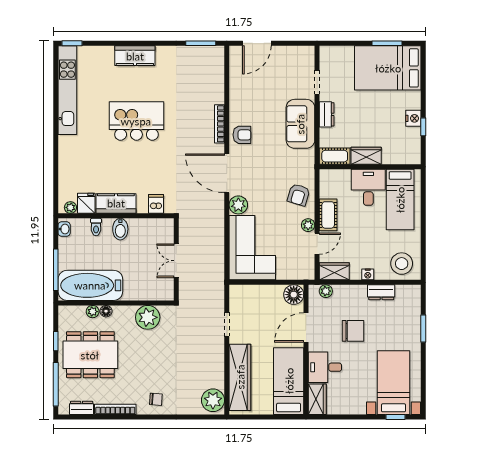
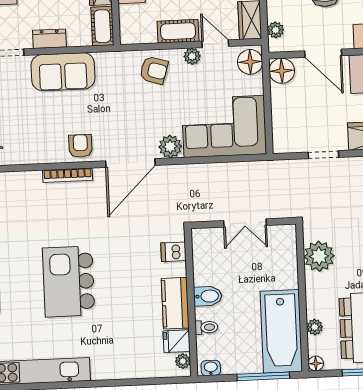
floor lamp: (302, 270) -> (250, 62), added
floor lamp: (106, 311) -> (316, 363), moved

